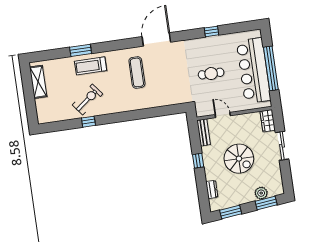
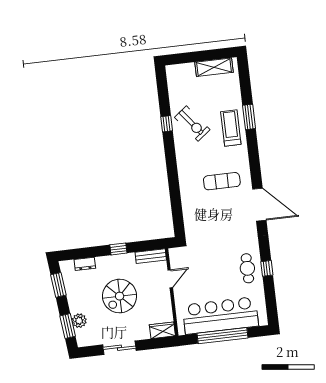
cafe table: (211, 74) -> (247, 268), moved
sliding door: (282, 146) -> (119, 348), moved

